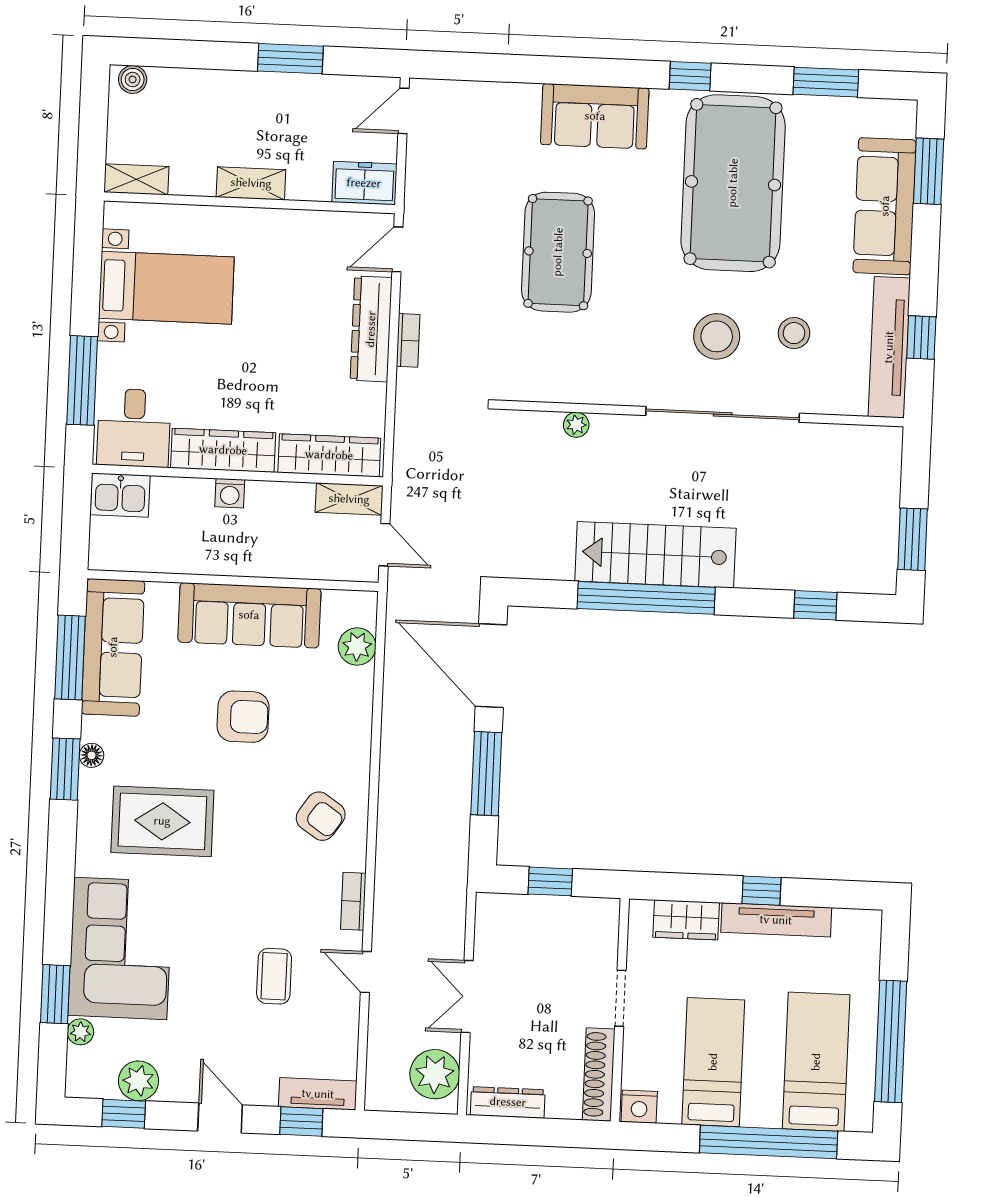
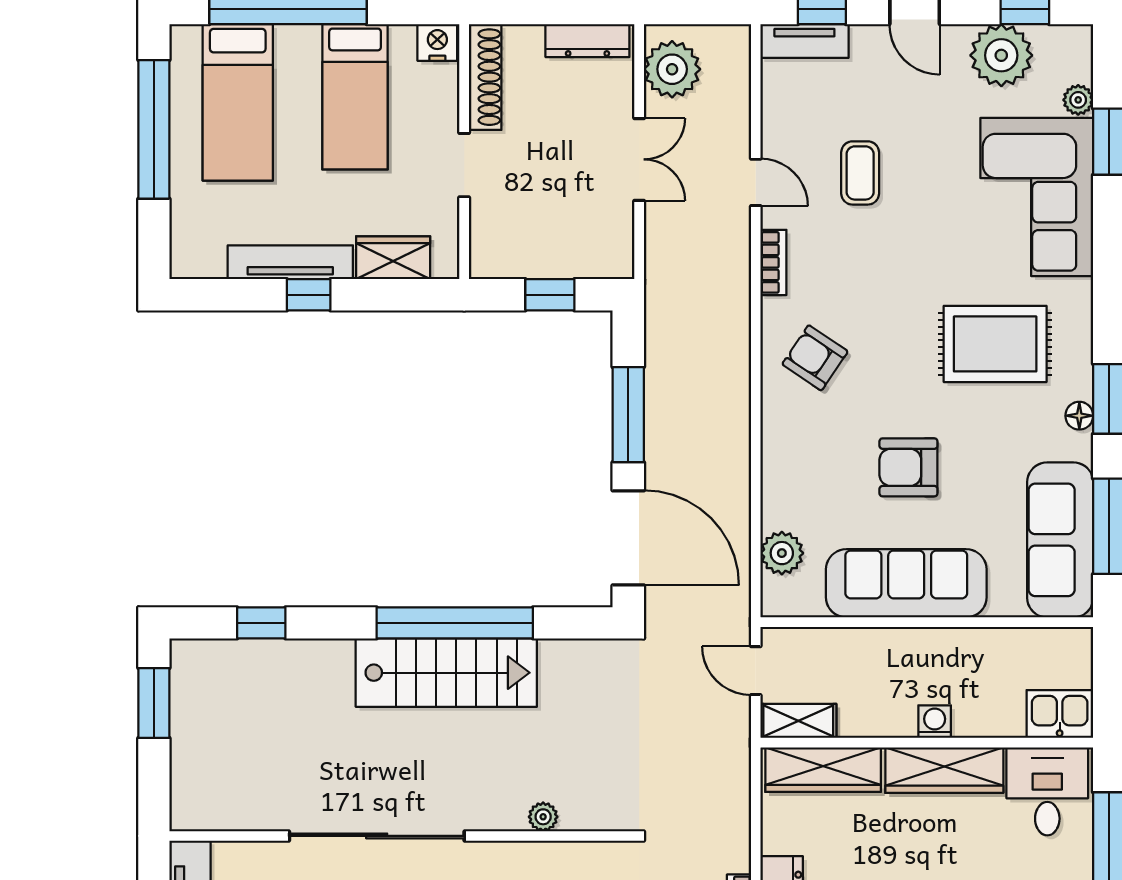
plant: (138, 1081) -> (1001, 55), width x1.36, depth x1.36

